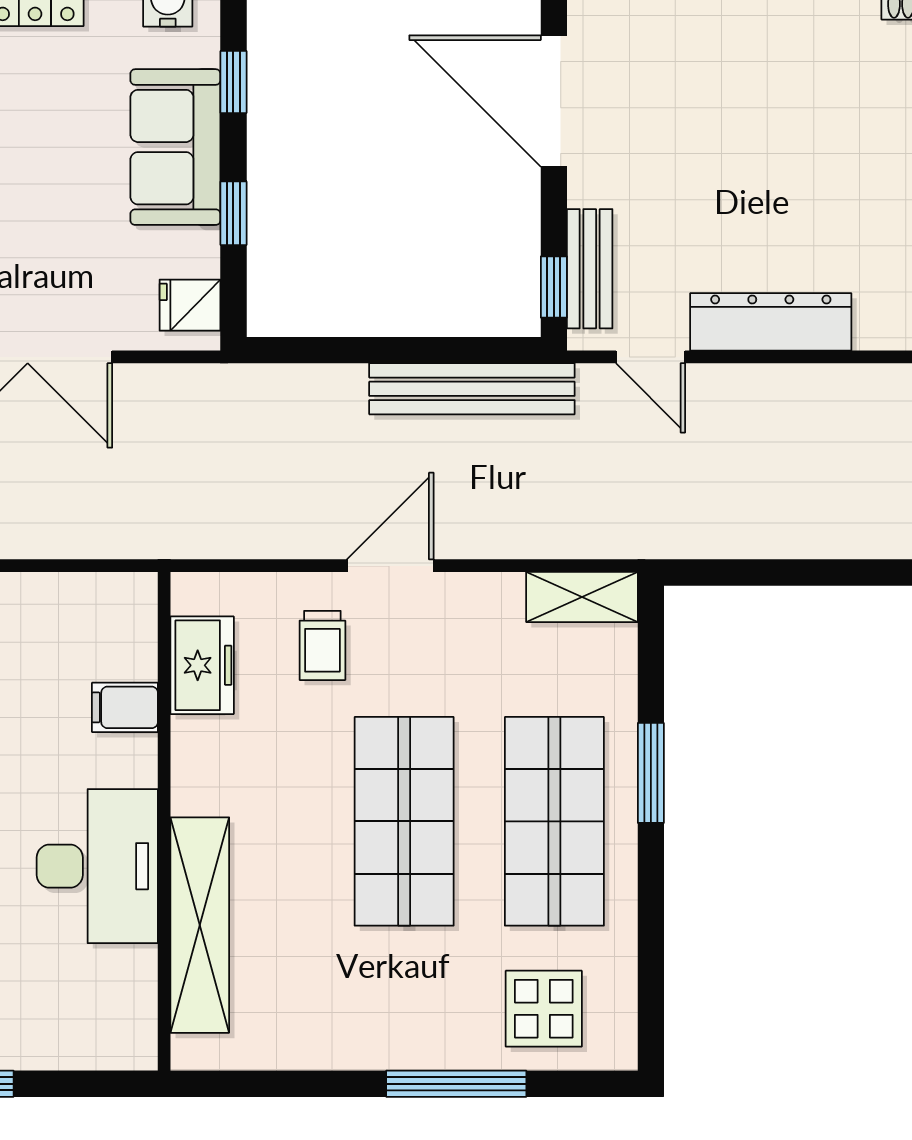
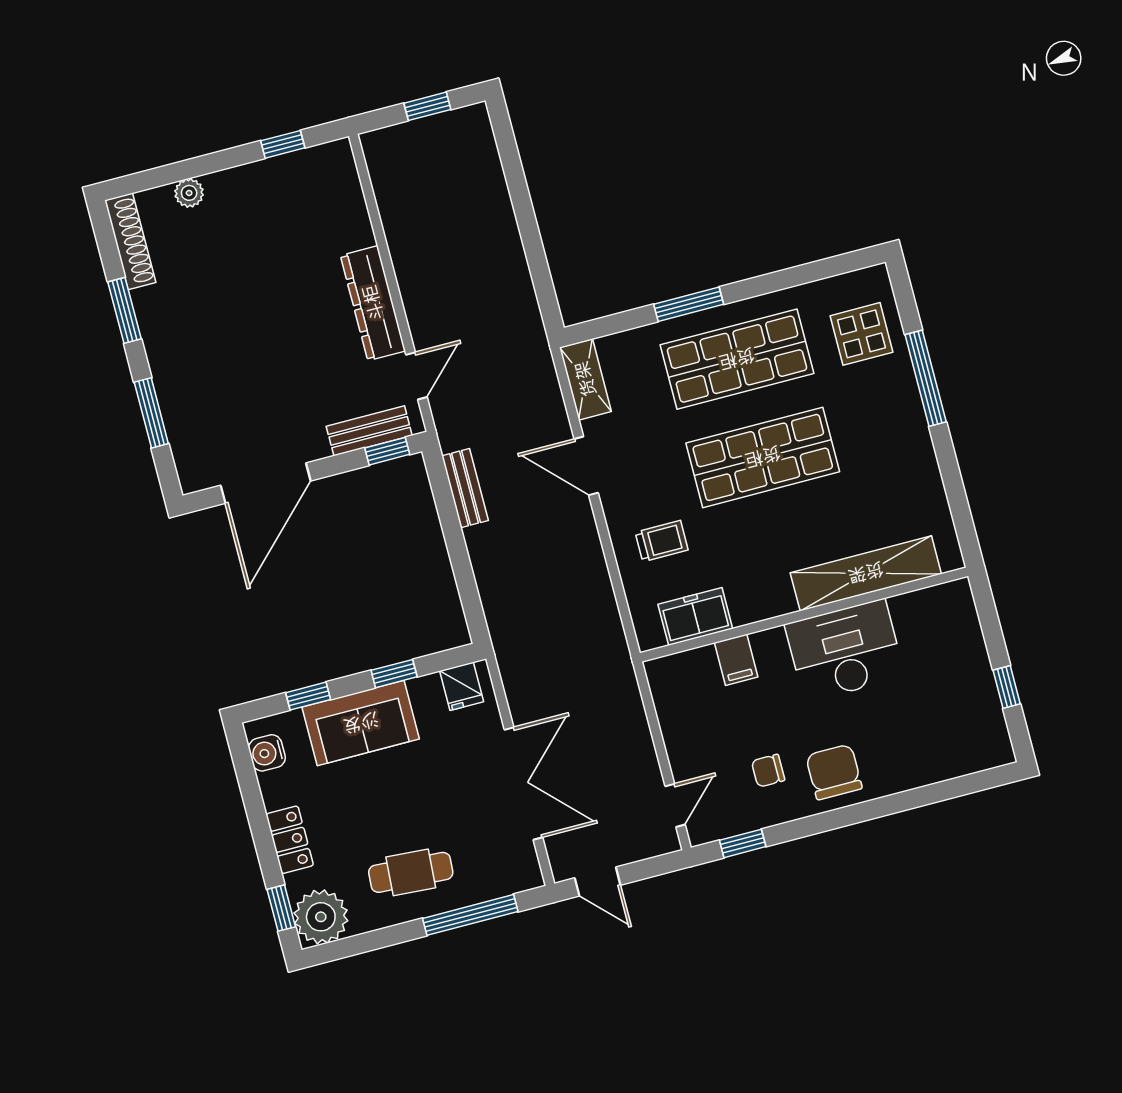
bench: (472, 389) -> (465, 488), width x0.54, depth x0.82
door: (390, 566) -> (586, 466), moved

